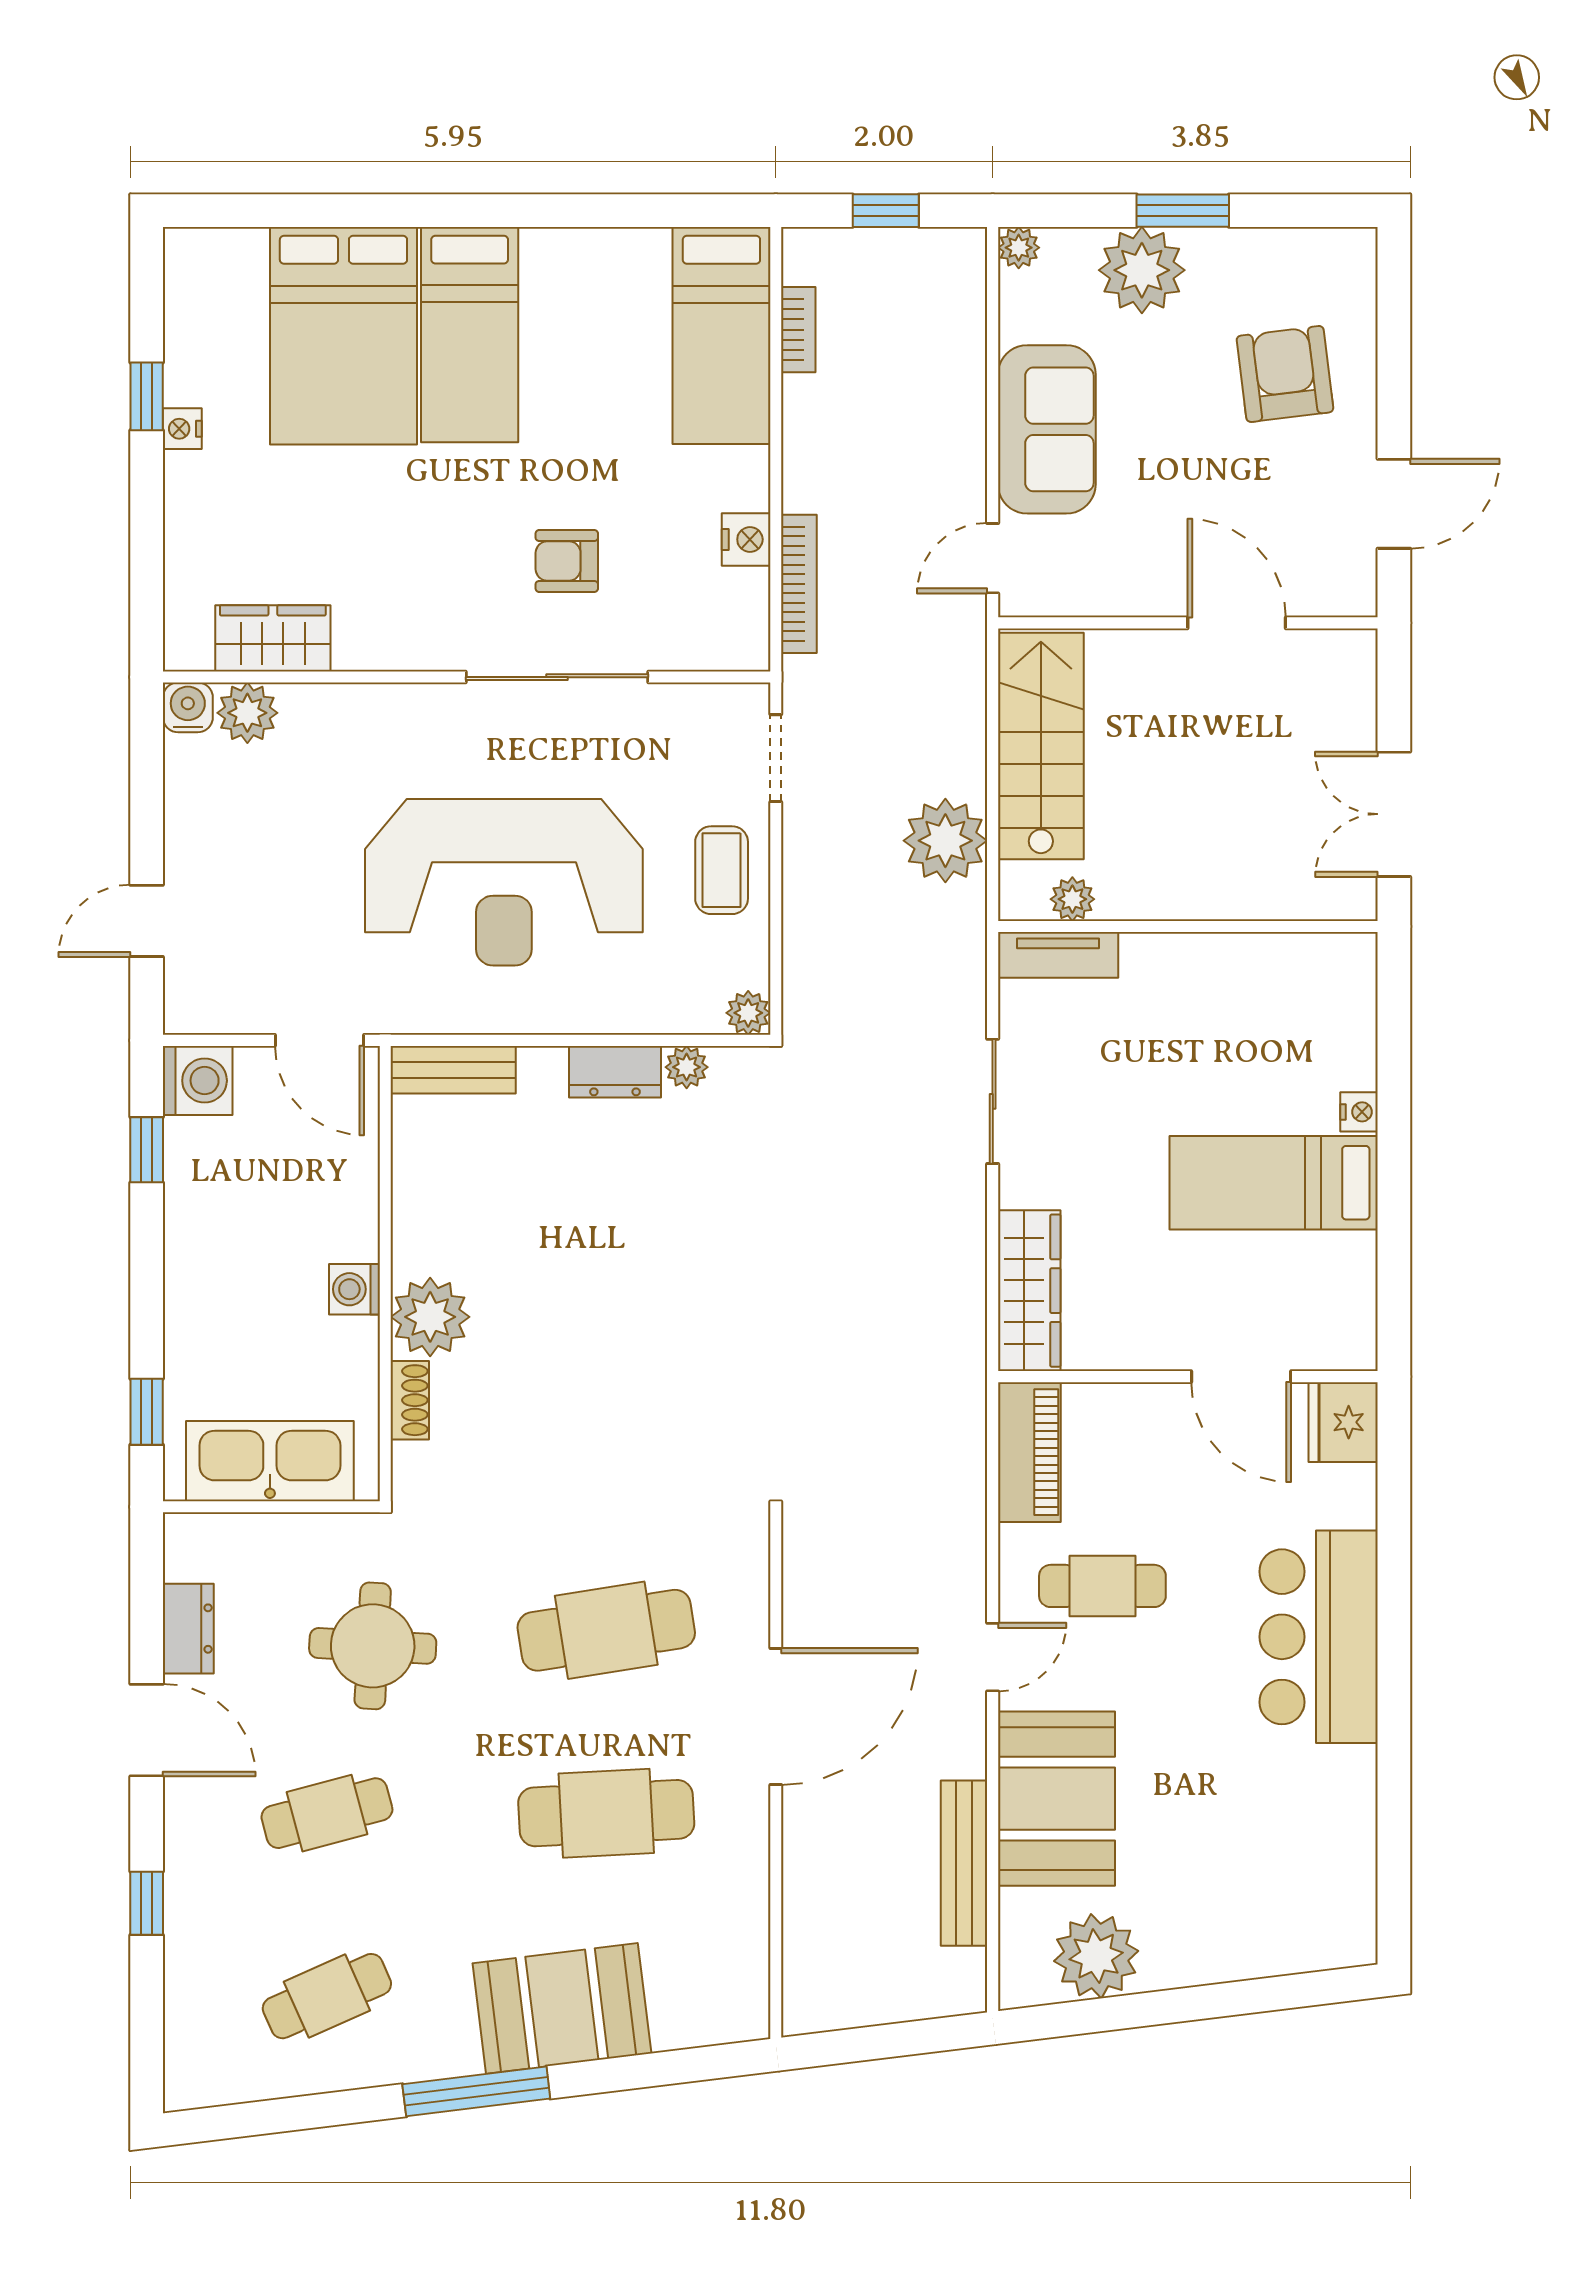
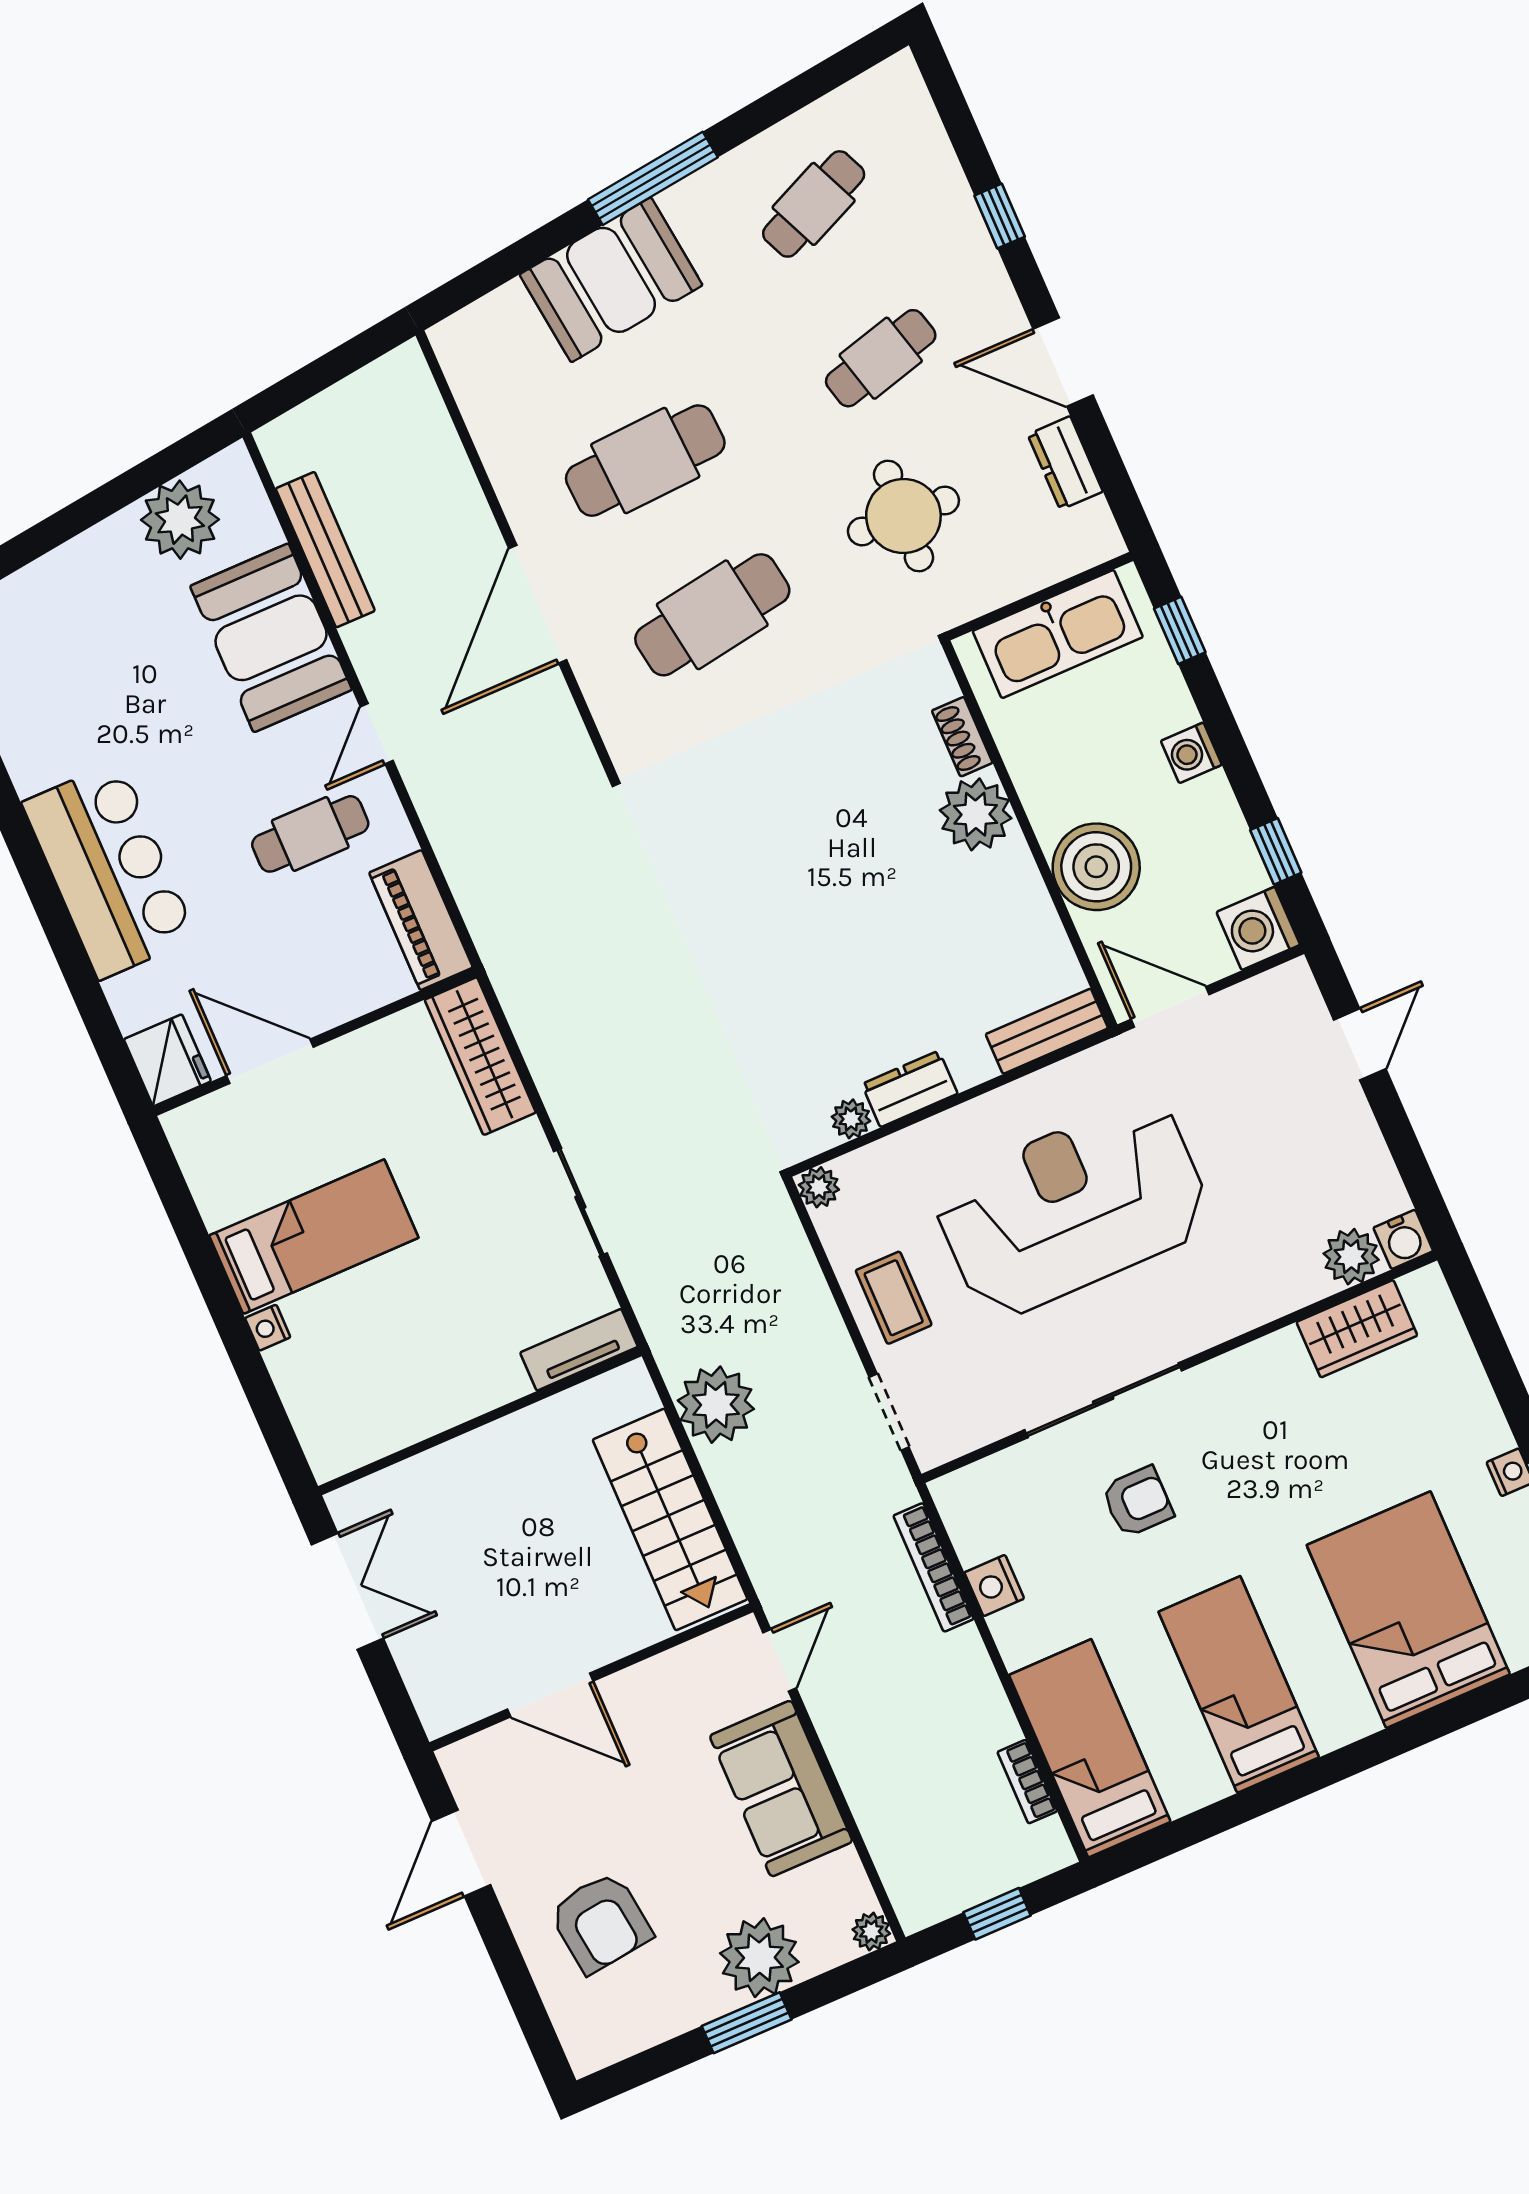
bed: (470, 335) -> (1239, 1685), moved
plant: (1072, 899) -> (587, 1402), removed
boiler: (333, 1212) -> (1096, 867), added
washing machine: (354, 1289) -> (1191, 753), moved, turned 180

